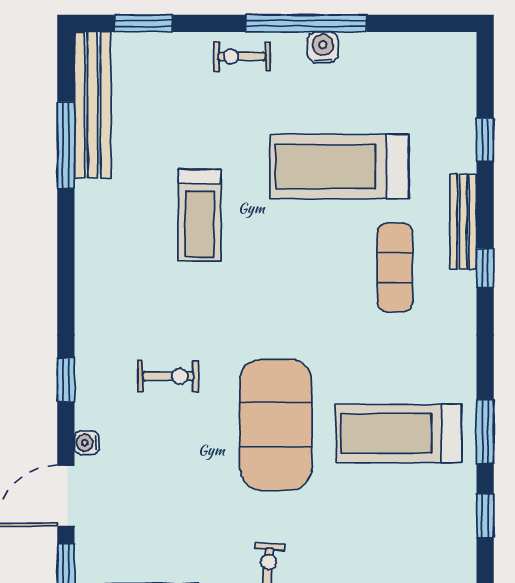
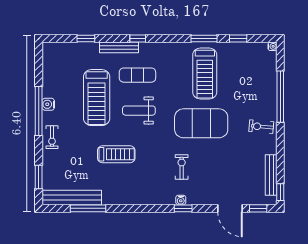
weight bench: (307, 271) -> (139, 111), added
water cooler: (87, 443) -> (181, 200), moved

